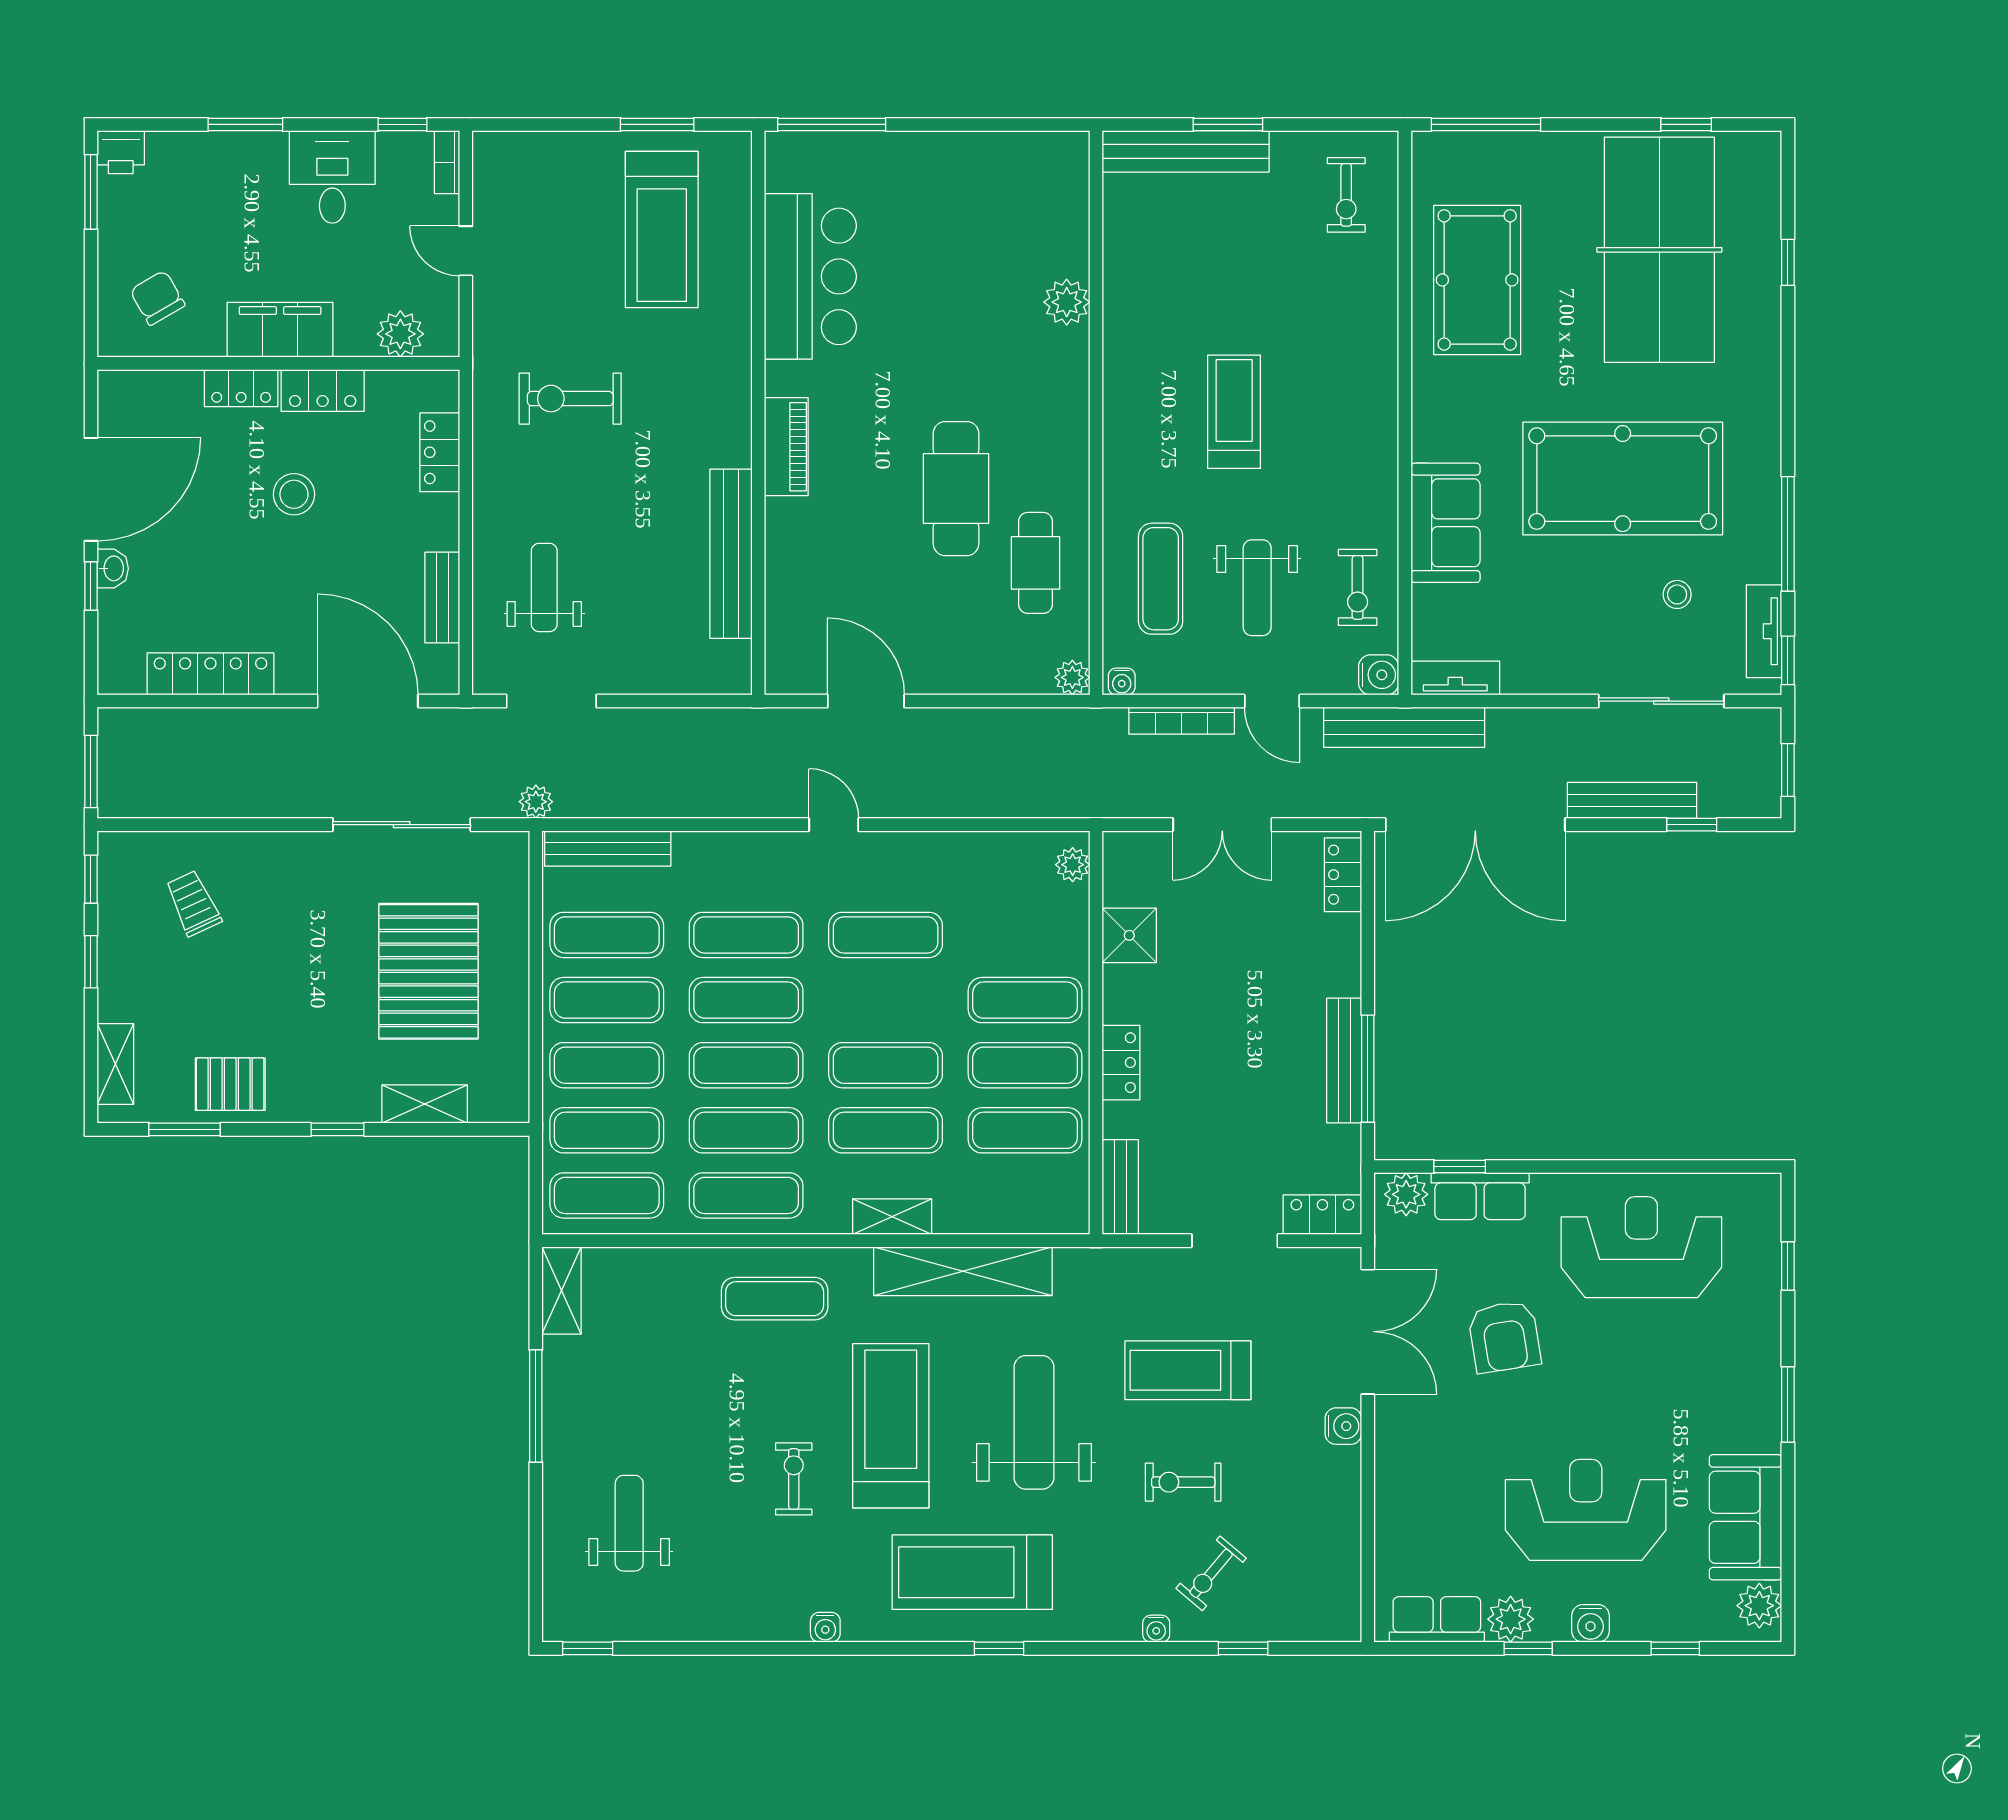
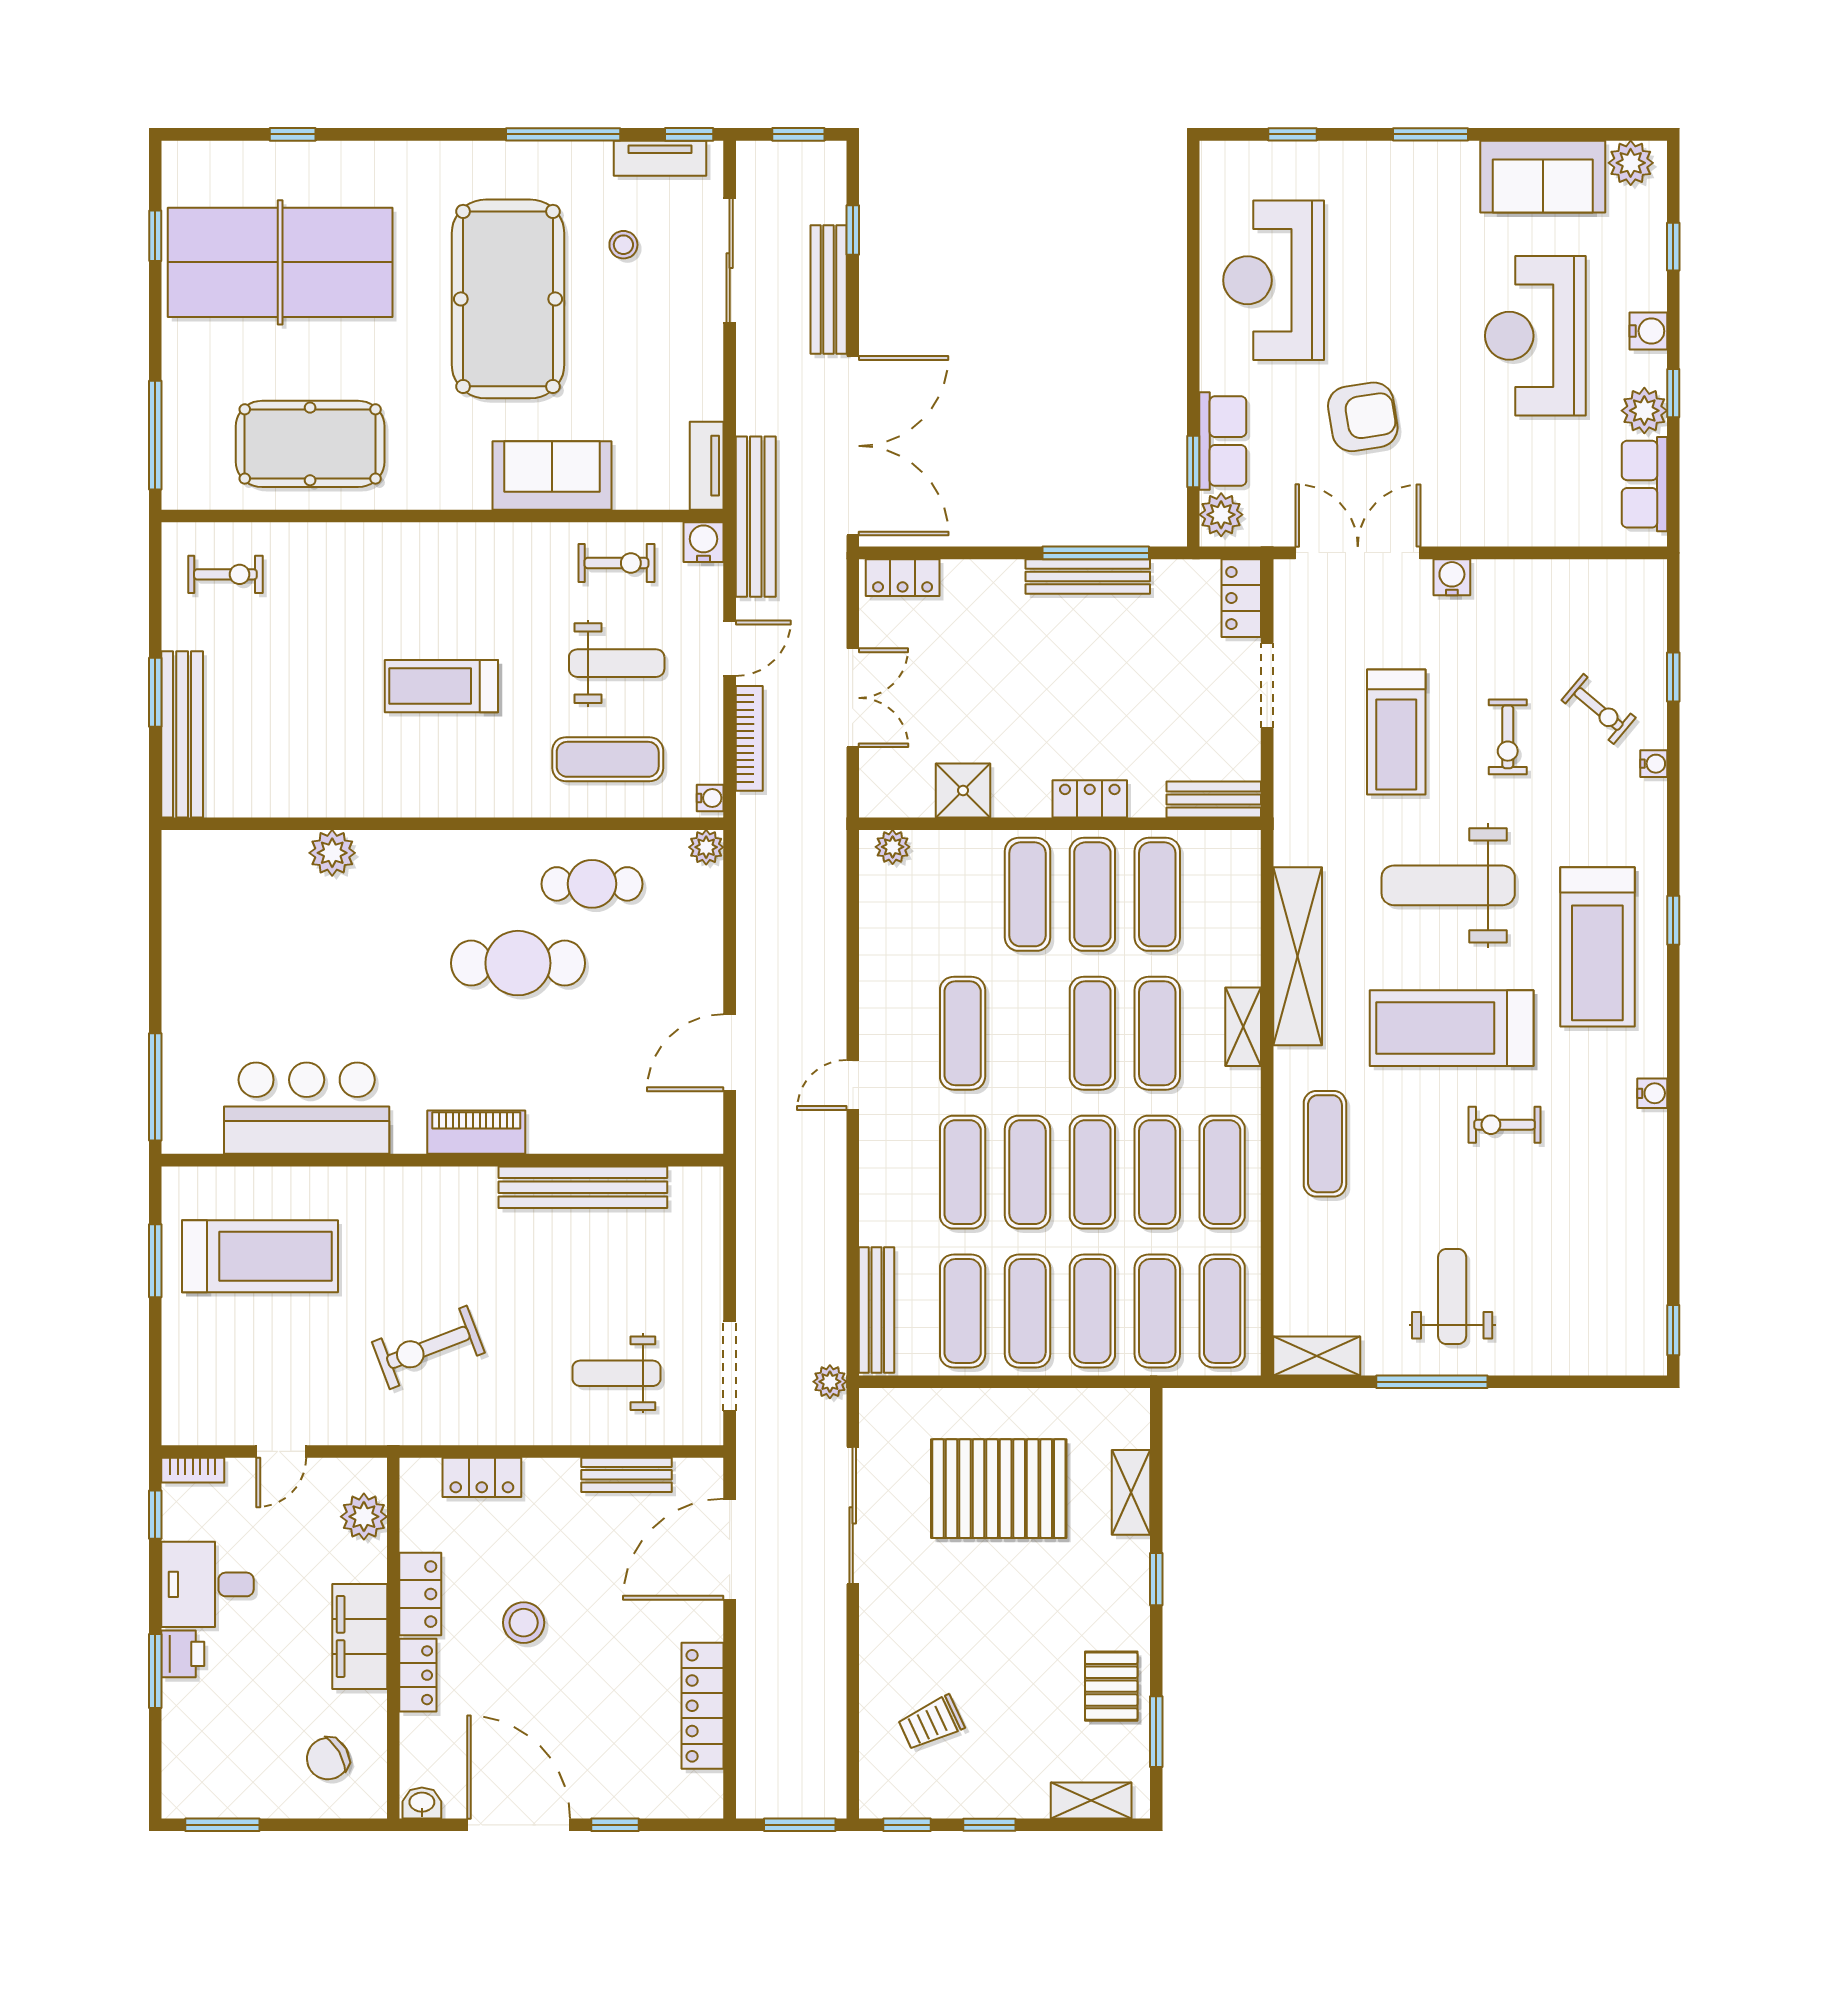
printer: (121, 152) -> (183, 1654), moved
exercise bike: (570, 399) -> (428, 1347), turned 69
washbasin: (113, 568) -> (422, 1803), moved
weight bench: (629, 1523) -> (1452, 1297), moved, turned 90

